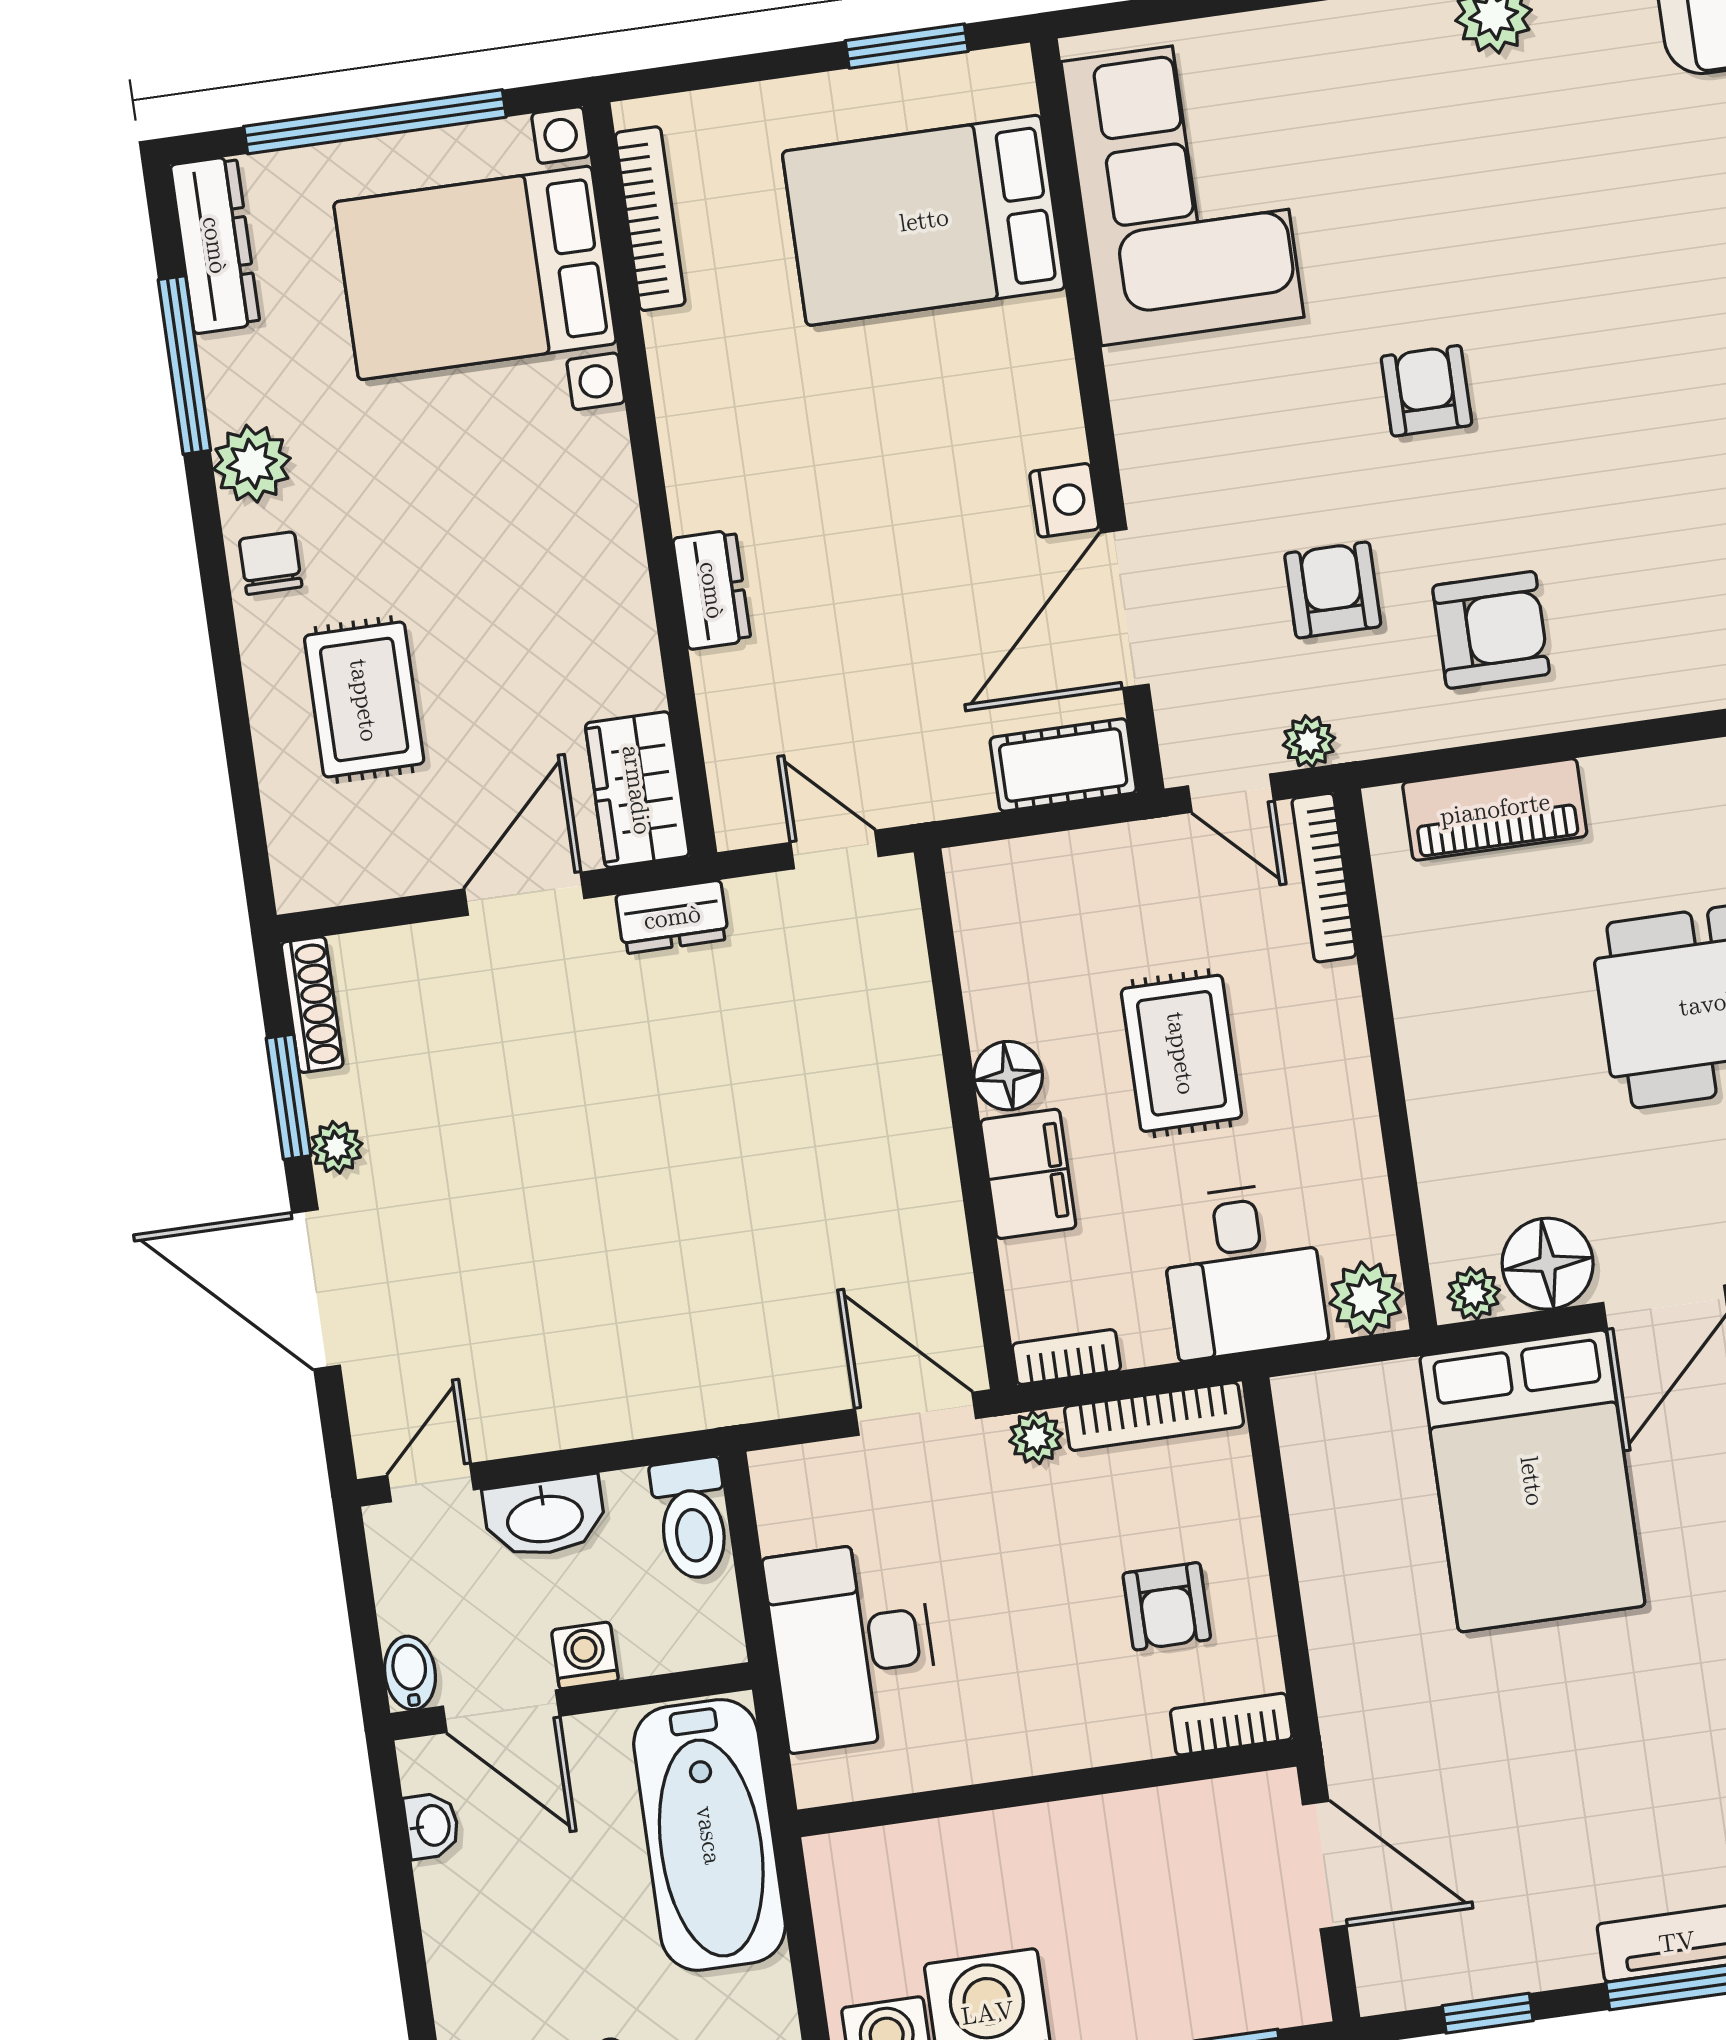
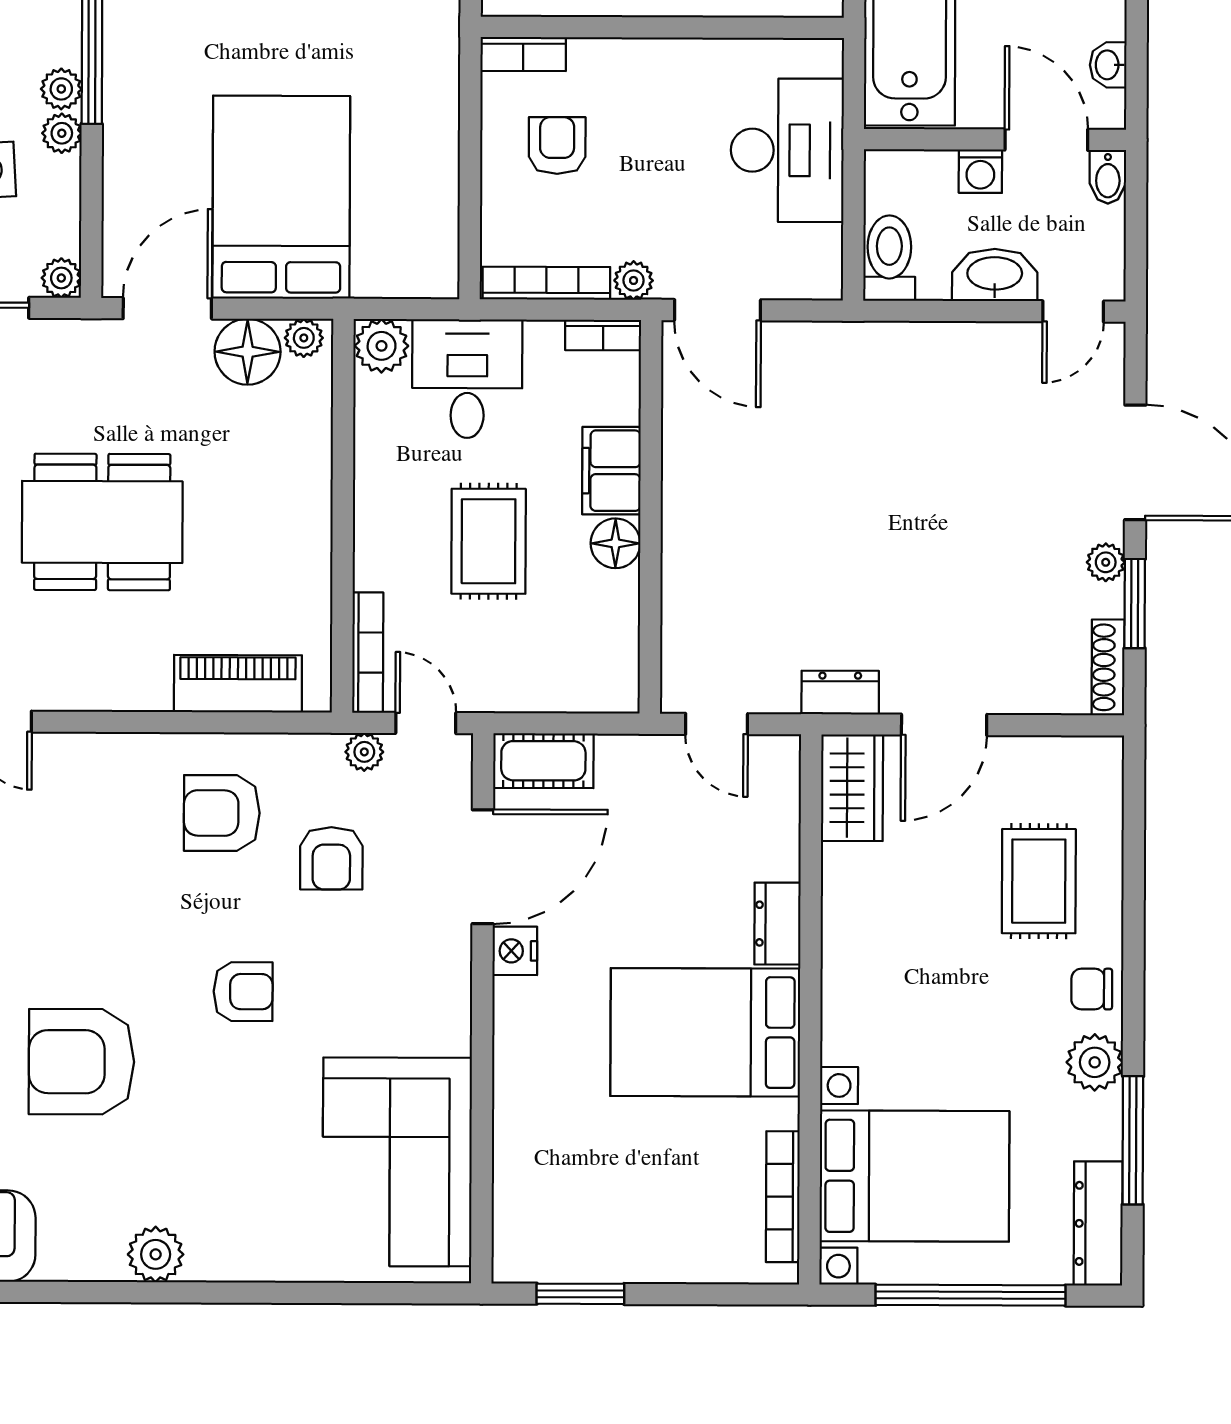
bed: (924, 220) -> (705, 1032), moved, turned 180
armchair: (1633, 263) -> (81, 1062), added
armchair: (1426, 391) -> (243, 992), turned -90
chair: (270, 563) -> (1092, 989), turned 90

